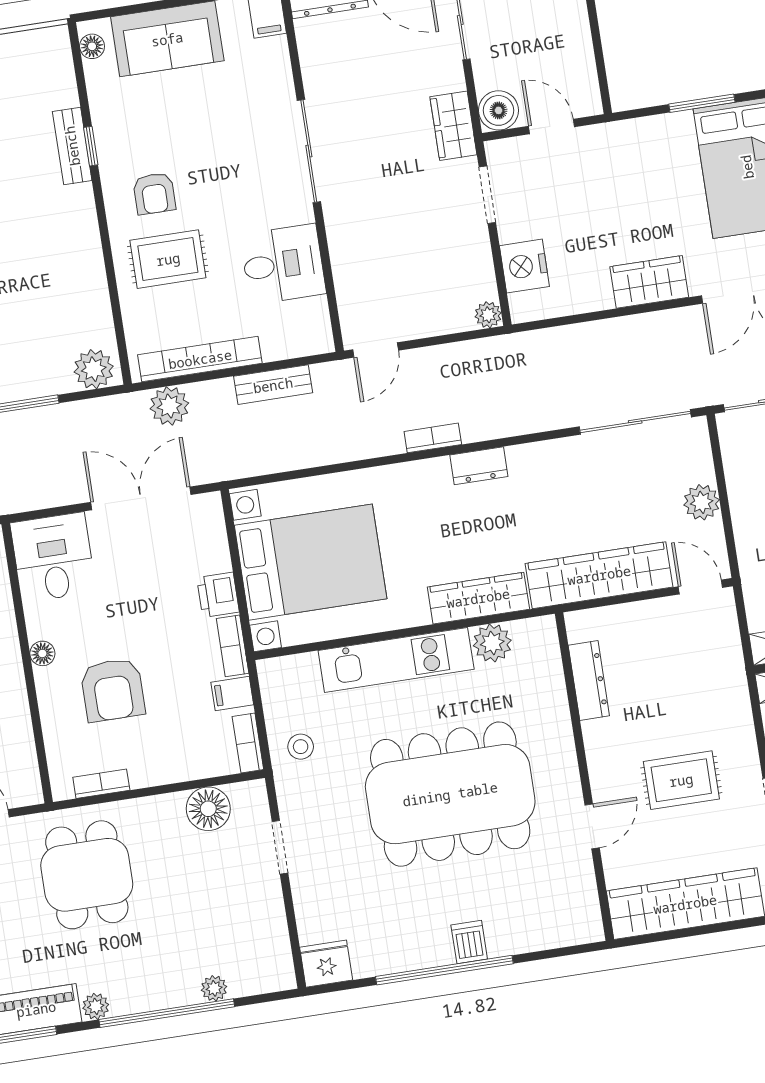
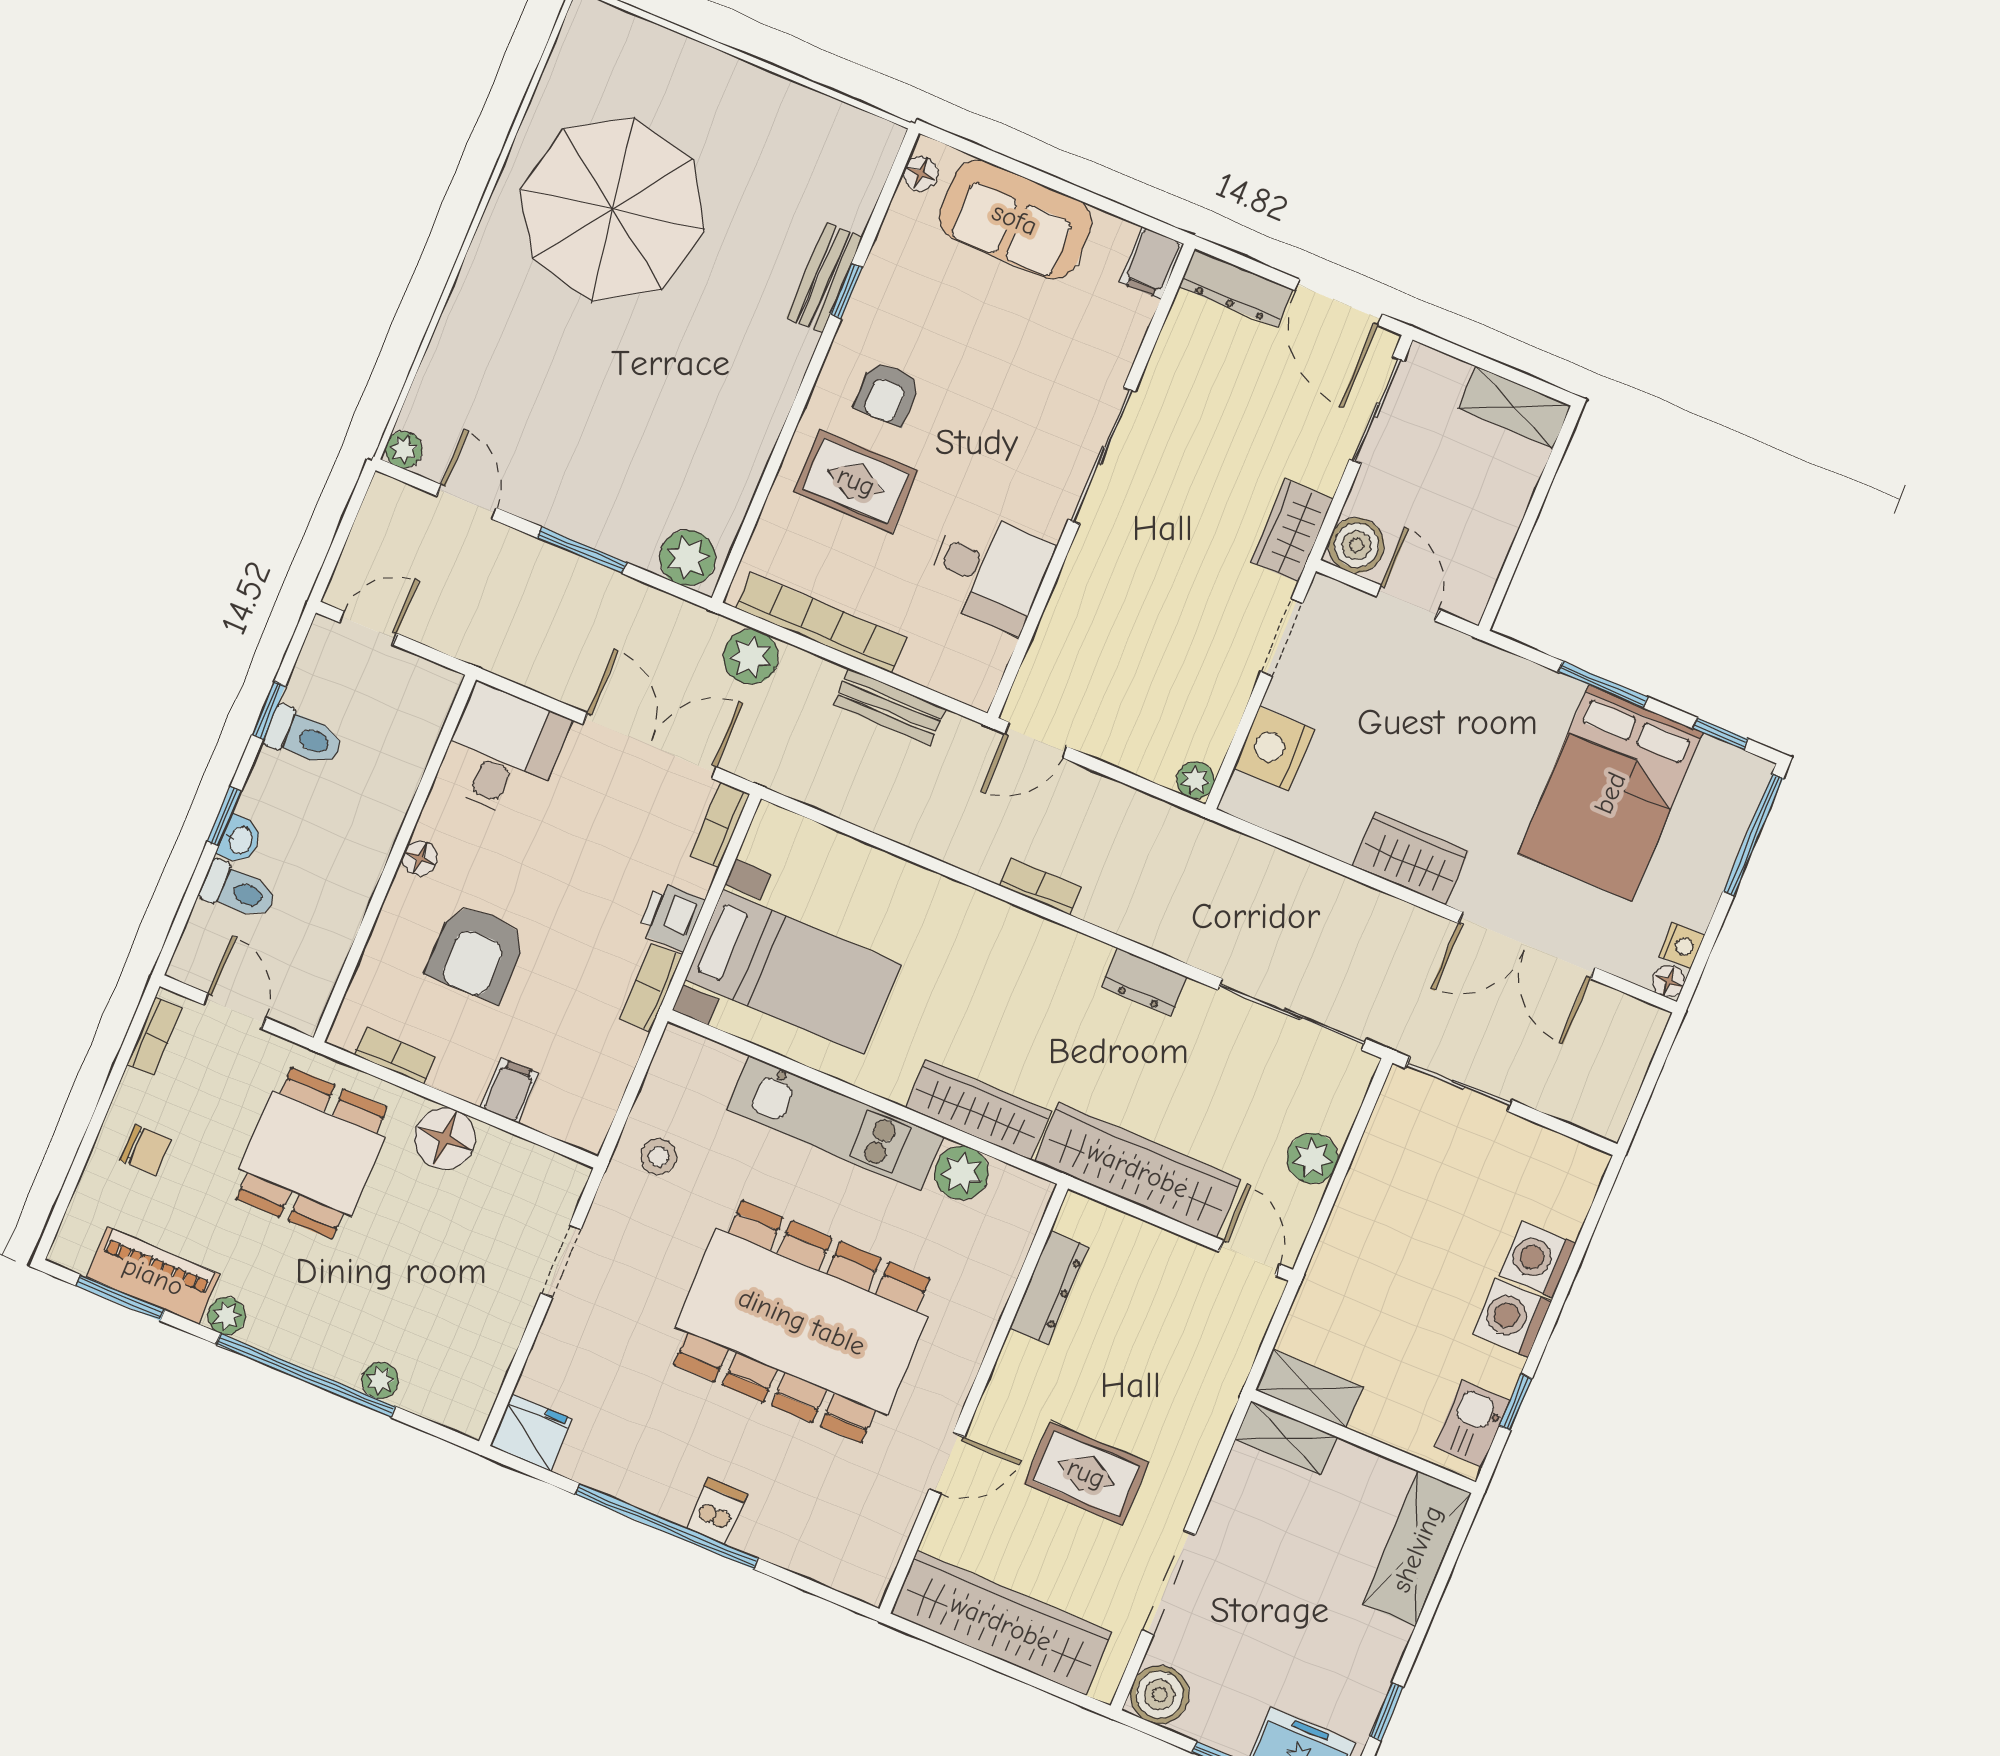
dresser: (479, 466) -> (1144, 982), moved
bed with nightstands: (311, 562) -> (793, 972), width x0.73
filing cabinet: (232, 693) -> (510, 1091), moved, turned 90
bookcase: (248, 743) -> (720, 825), moved
floor lamp: (208, 809) -> (445, 1138), moved

